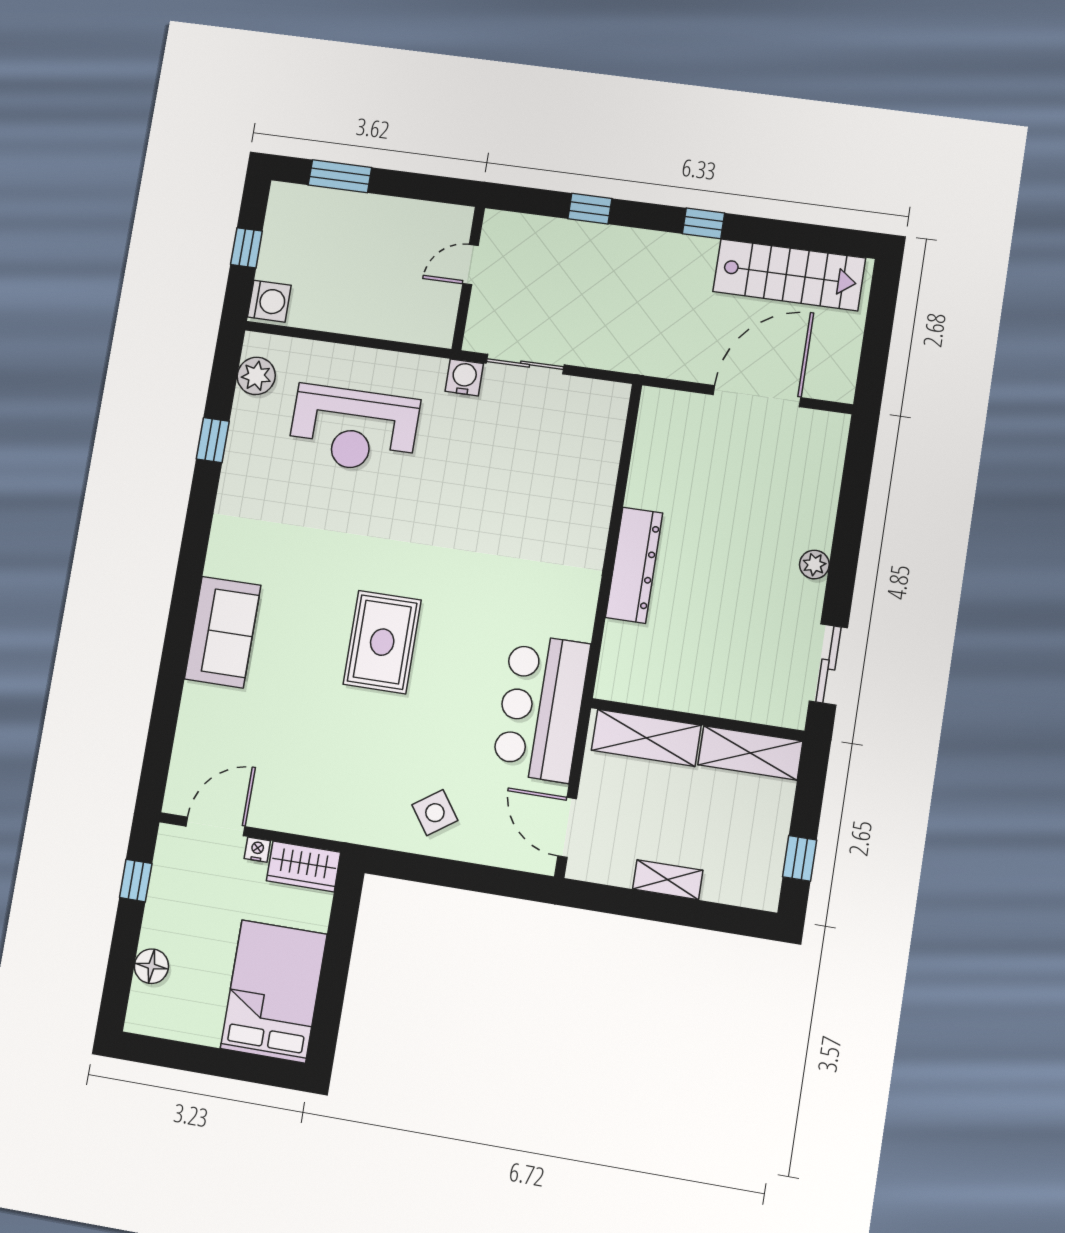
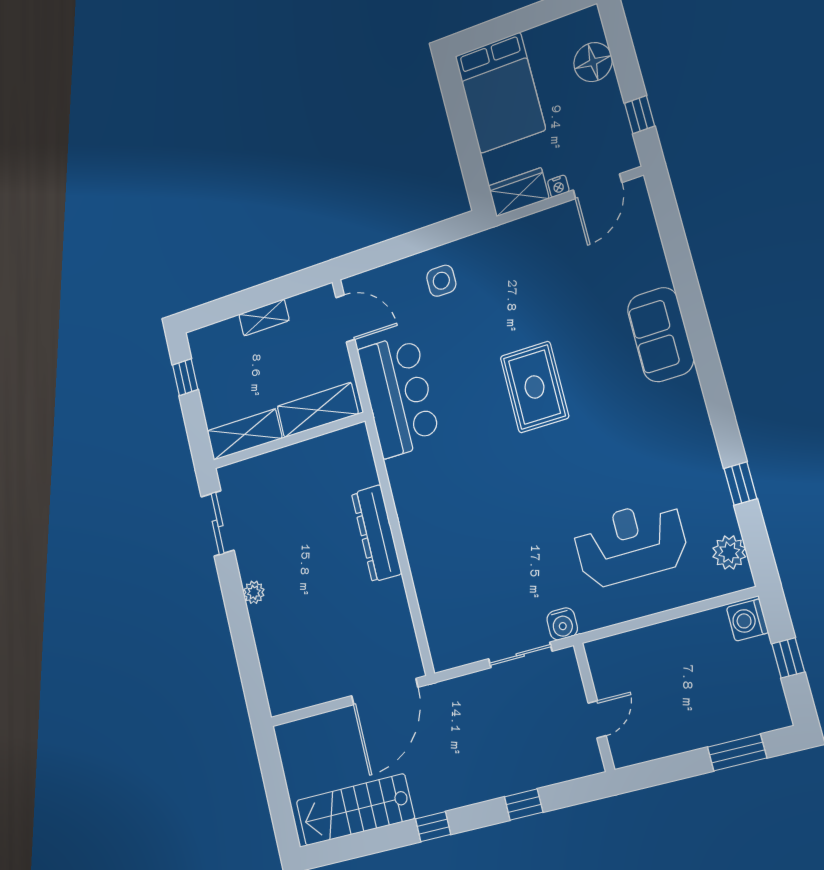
door: (757, 396) -> (385, 692), moved
side table: (435, 813) -> (441, 281), turned 35
floor lamp: (151, 966) -> (593, 62), width x1.38, depth x1.38

